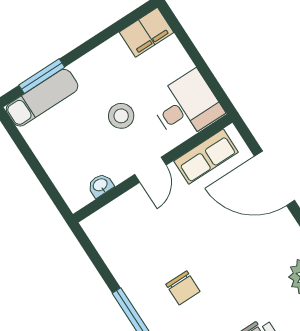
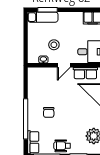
stool: (121, 116) -> (54, 45), moved

